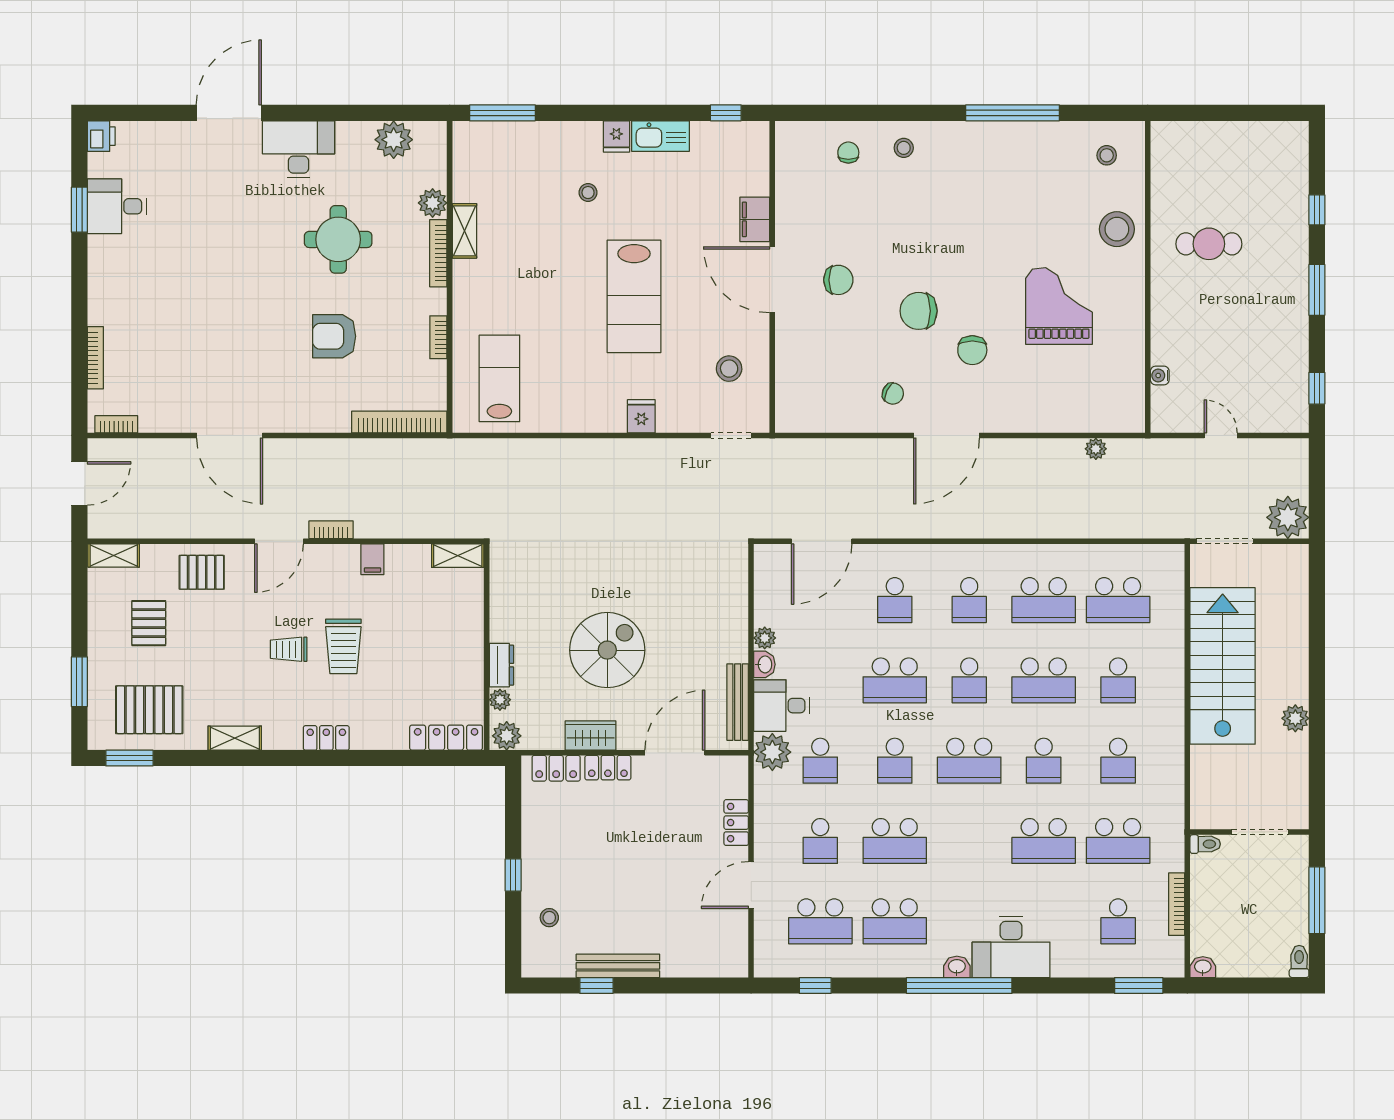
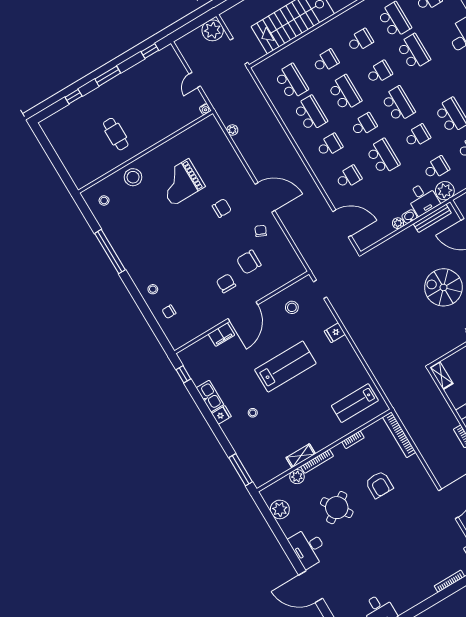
round table: (338, 239) -> (337, 508), turned -34
chair: (919, 311) -> (249, 262), moved, turned 90
water cooler: (1160, 375) -> (205, 109), moved

